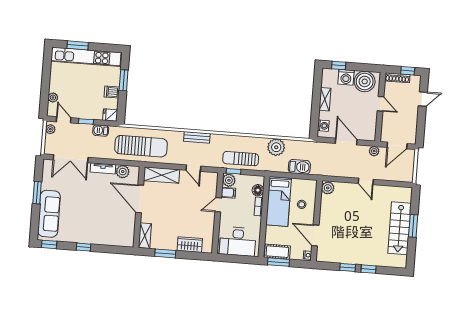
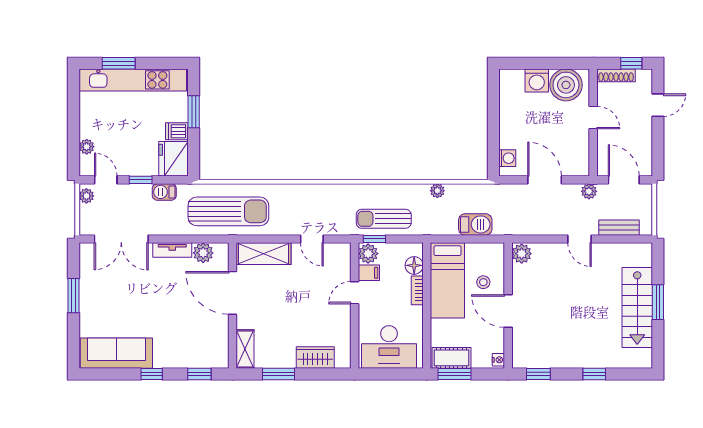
window: (339, 65) -> (524, 63), removed
shelving: (325, 99) -> (507, 117), removed
fridge: (110, 115) -> (173, 159), width x1.88, depth x1.34
bench: (197, 137) -> (619, 228), moved
door: (397, 145) -> (624, 180), swing flipped
plant: (276, 147) -> (437, 191), width x0.53, depth x0.53
sofa: (49, 214) -> (116, 353), moved, turned -90
door: (315, 235) -> (508, 311), moved
window: (49, 244) -> (199, 374), moved
window: (348, 267) -> (538, 374), moved

